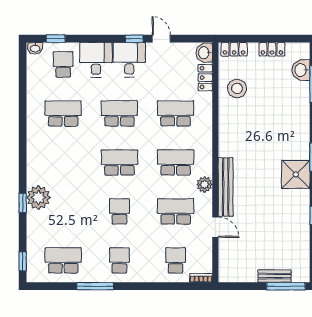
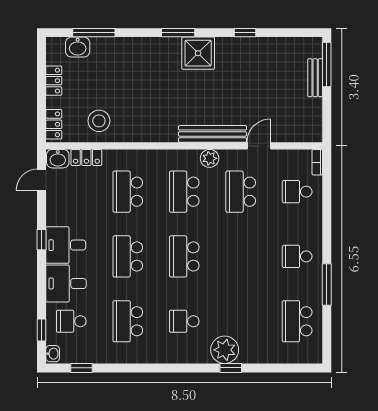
door: (161, 39) -> (42, 180), moved
school desk: (119, 211) -> (184, 321), moved
window: (23, 261) -> (82, 368), moved

